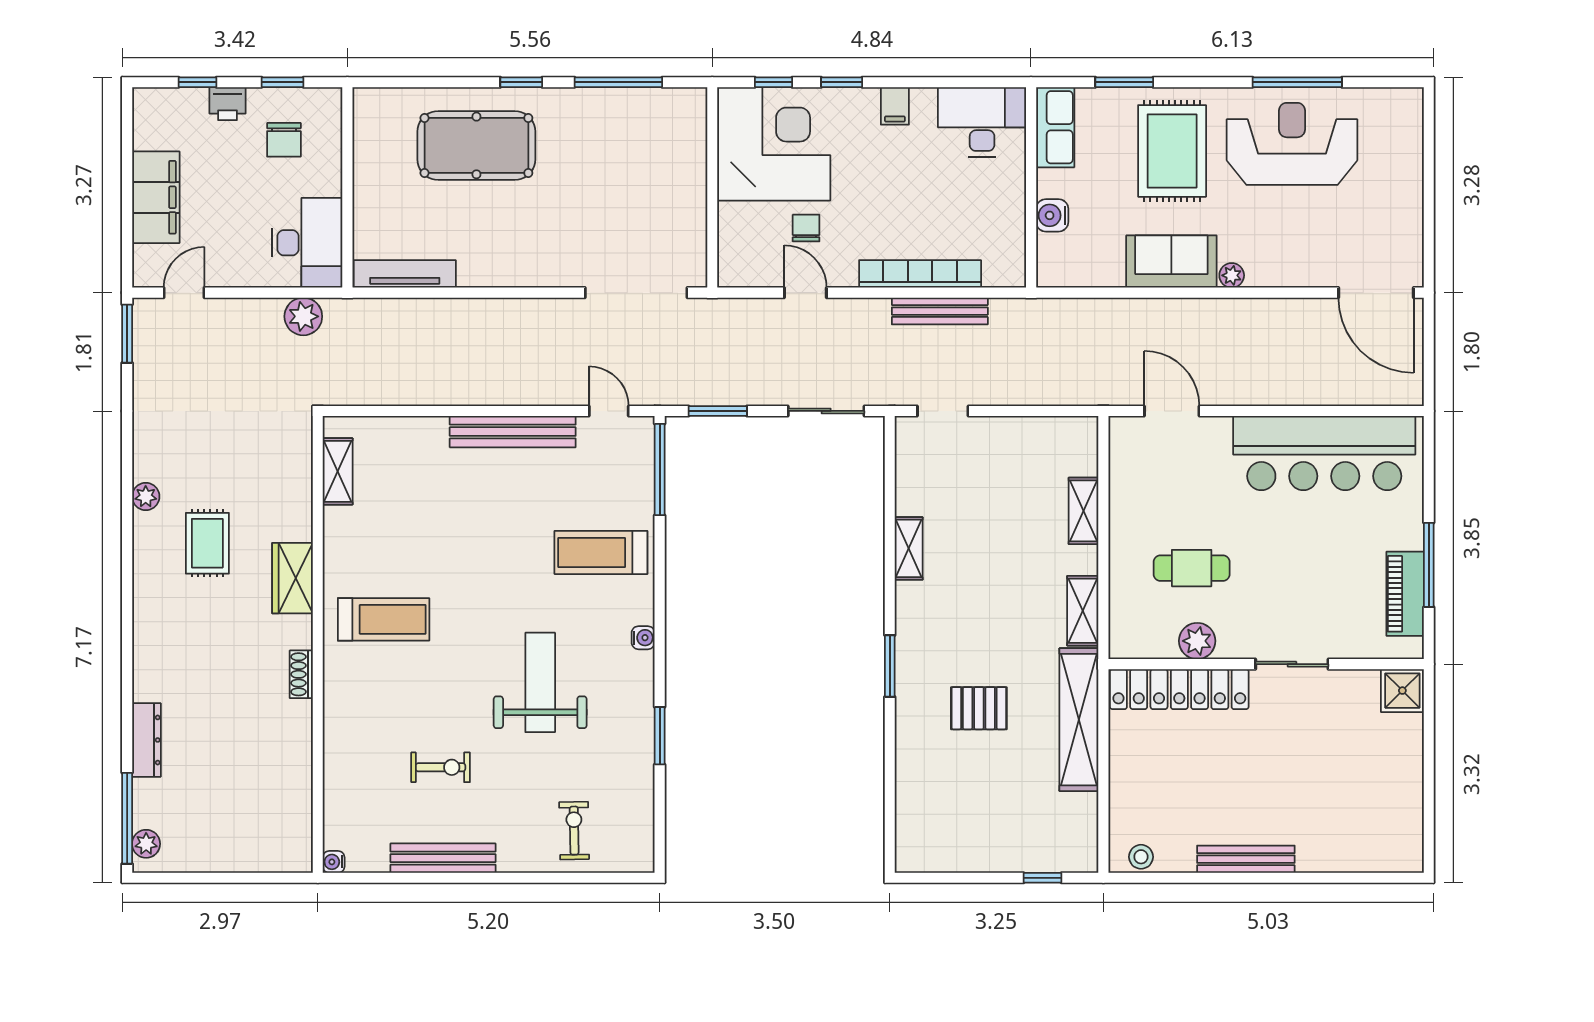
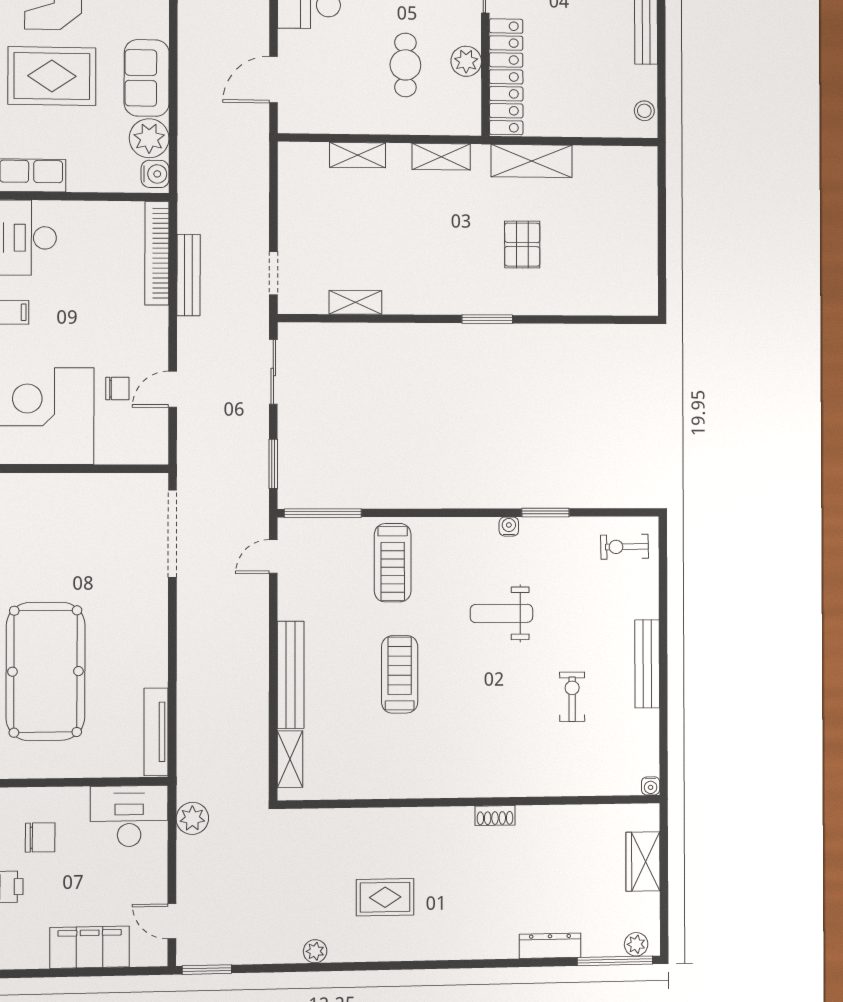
pool table: (476, 145) -> (46, 671), width x1.36, depth x1.32
water cooler: (1052, 215) -> (155, 174), moved, turned -90
chair: (806, 228) -> (117, 389), turned 180
bookcase: (920, 274) -> (157, 253), moved
plant: (1232, 275) -> (149, 138), moved, width x1.88, depth x1.88
bench: (513, 432) -> (291, 675), moved
shelving: (338, 471) -> (290, 759), moved, turned 90
plant: (146, 497) -> (315, 951), moved
shelving: (909, 548) -> (355, 302), moved
wardrobe: (292, 578) -> (643, 861), moved, turned 90
treadmill: (384, 619) -> (400, 674), moved
water cooler: (643, 638) -> (509, 527), moved
weight bench: (540, 682) -> (501, 613), width x0.73, depth x0.75
shelving: (1079, 720) -> (532, 161), width x0.68
exercise bike: (574, 831) -> (624, 547), moved
bench: (443, 858) -> (647, 664), moved
window: (1042, 878) -> (662, 193), removed

